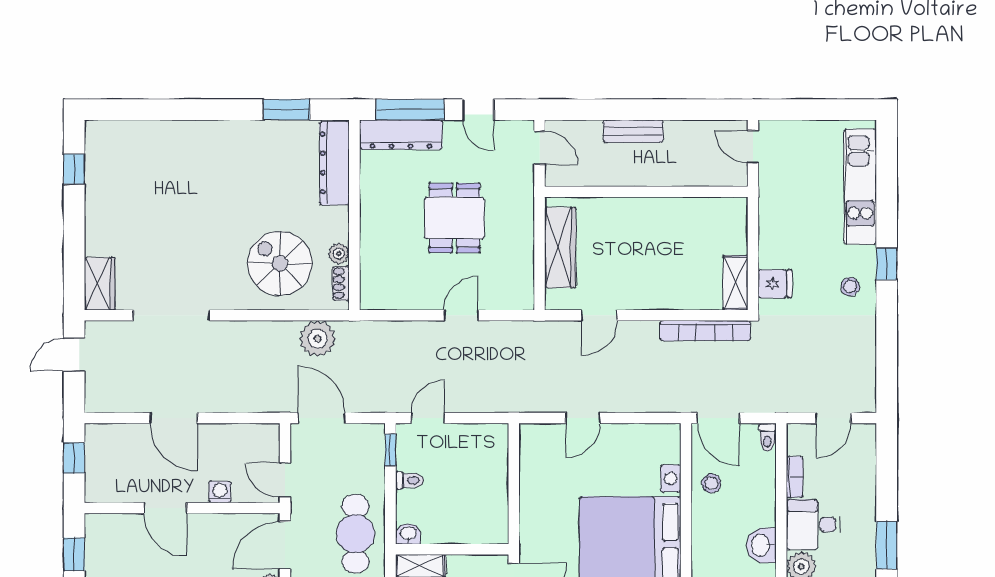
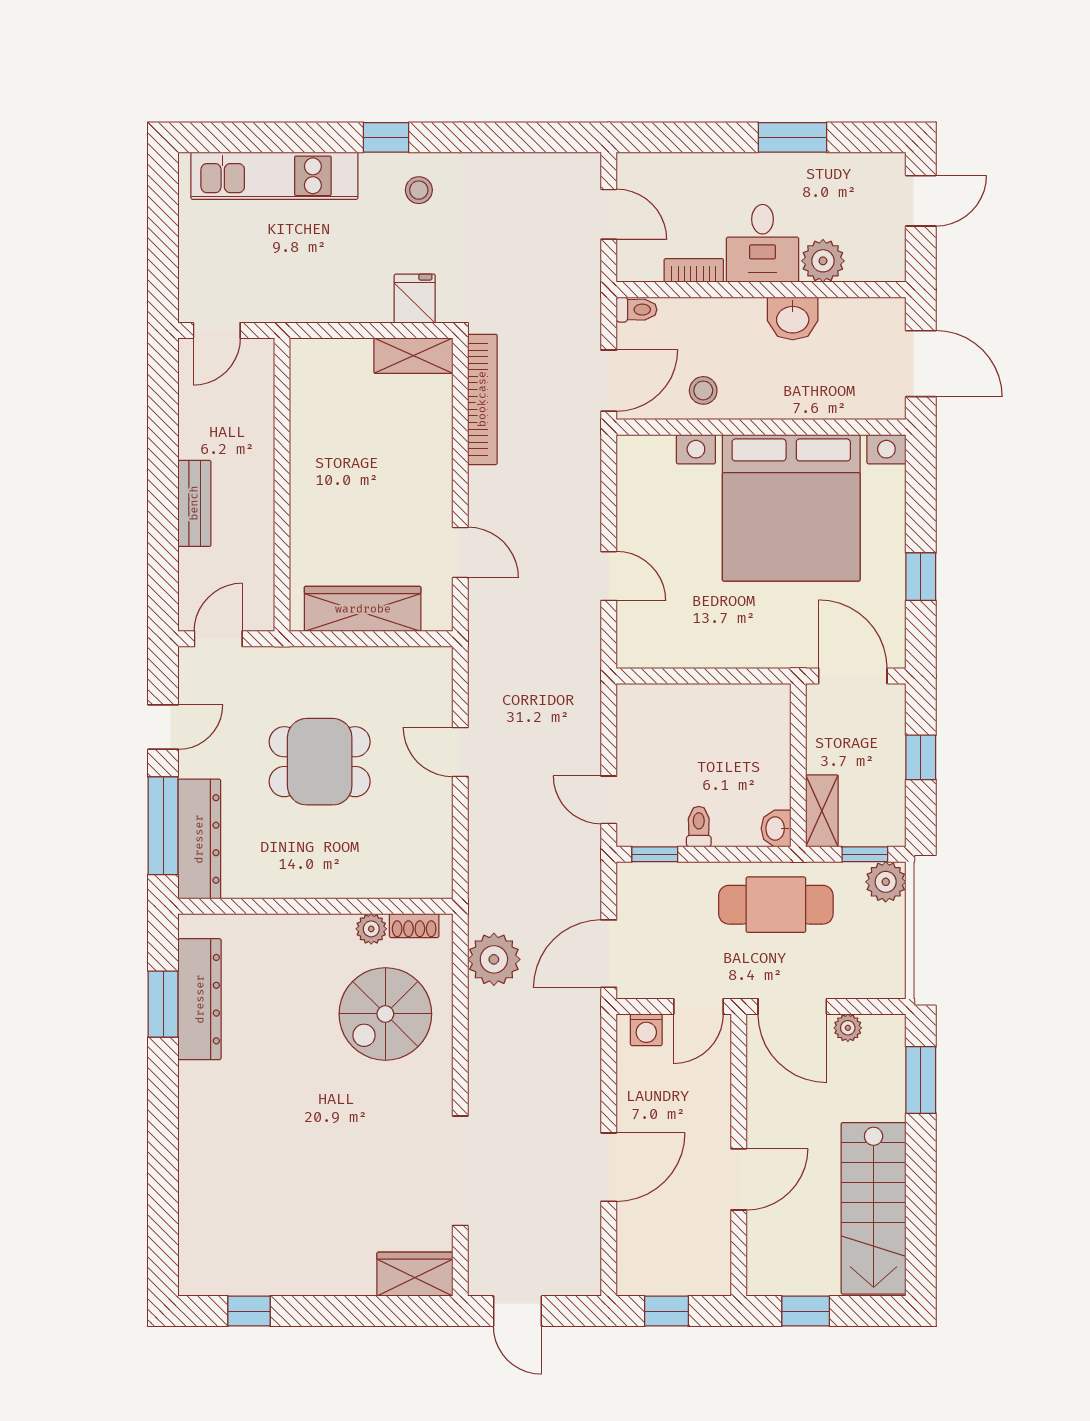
dresser: (334, 163) -> (200, 999), moved, turned -90
washing machine: (220, 492) -> (646, 1030), moved, turned -90

